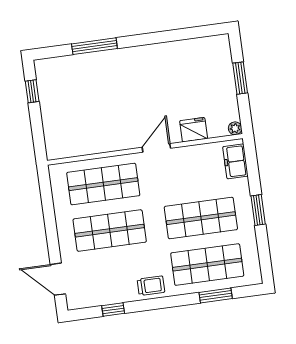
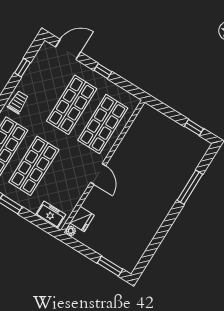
window: (240, 78) -> (110, 266), moved
fridge: (194, 130) -> (82, 219), moved
window: (51, 227) -> (103, 71), added
trolley: (151, 286) -> (18, 102), turned 180

